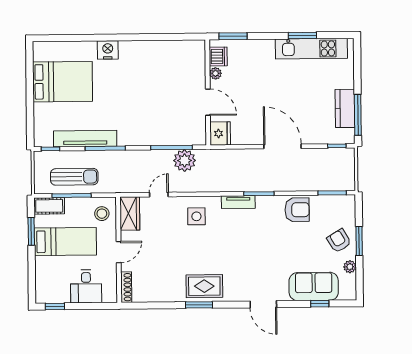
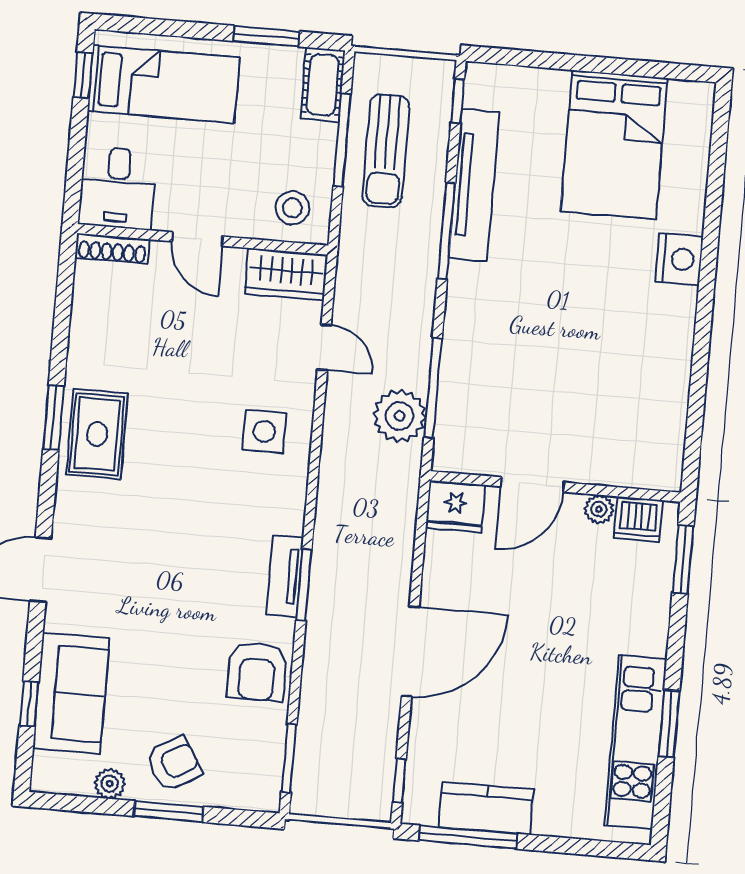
tv unit: (238, 202) -> (285, 576), moved
bed: (65, 242) -> (163, 84), moved, turned -90
desk: (86, 286) -> (117, 188), moved, turned -90

